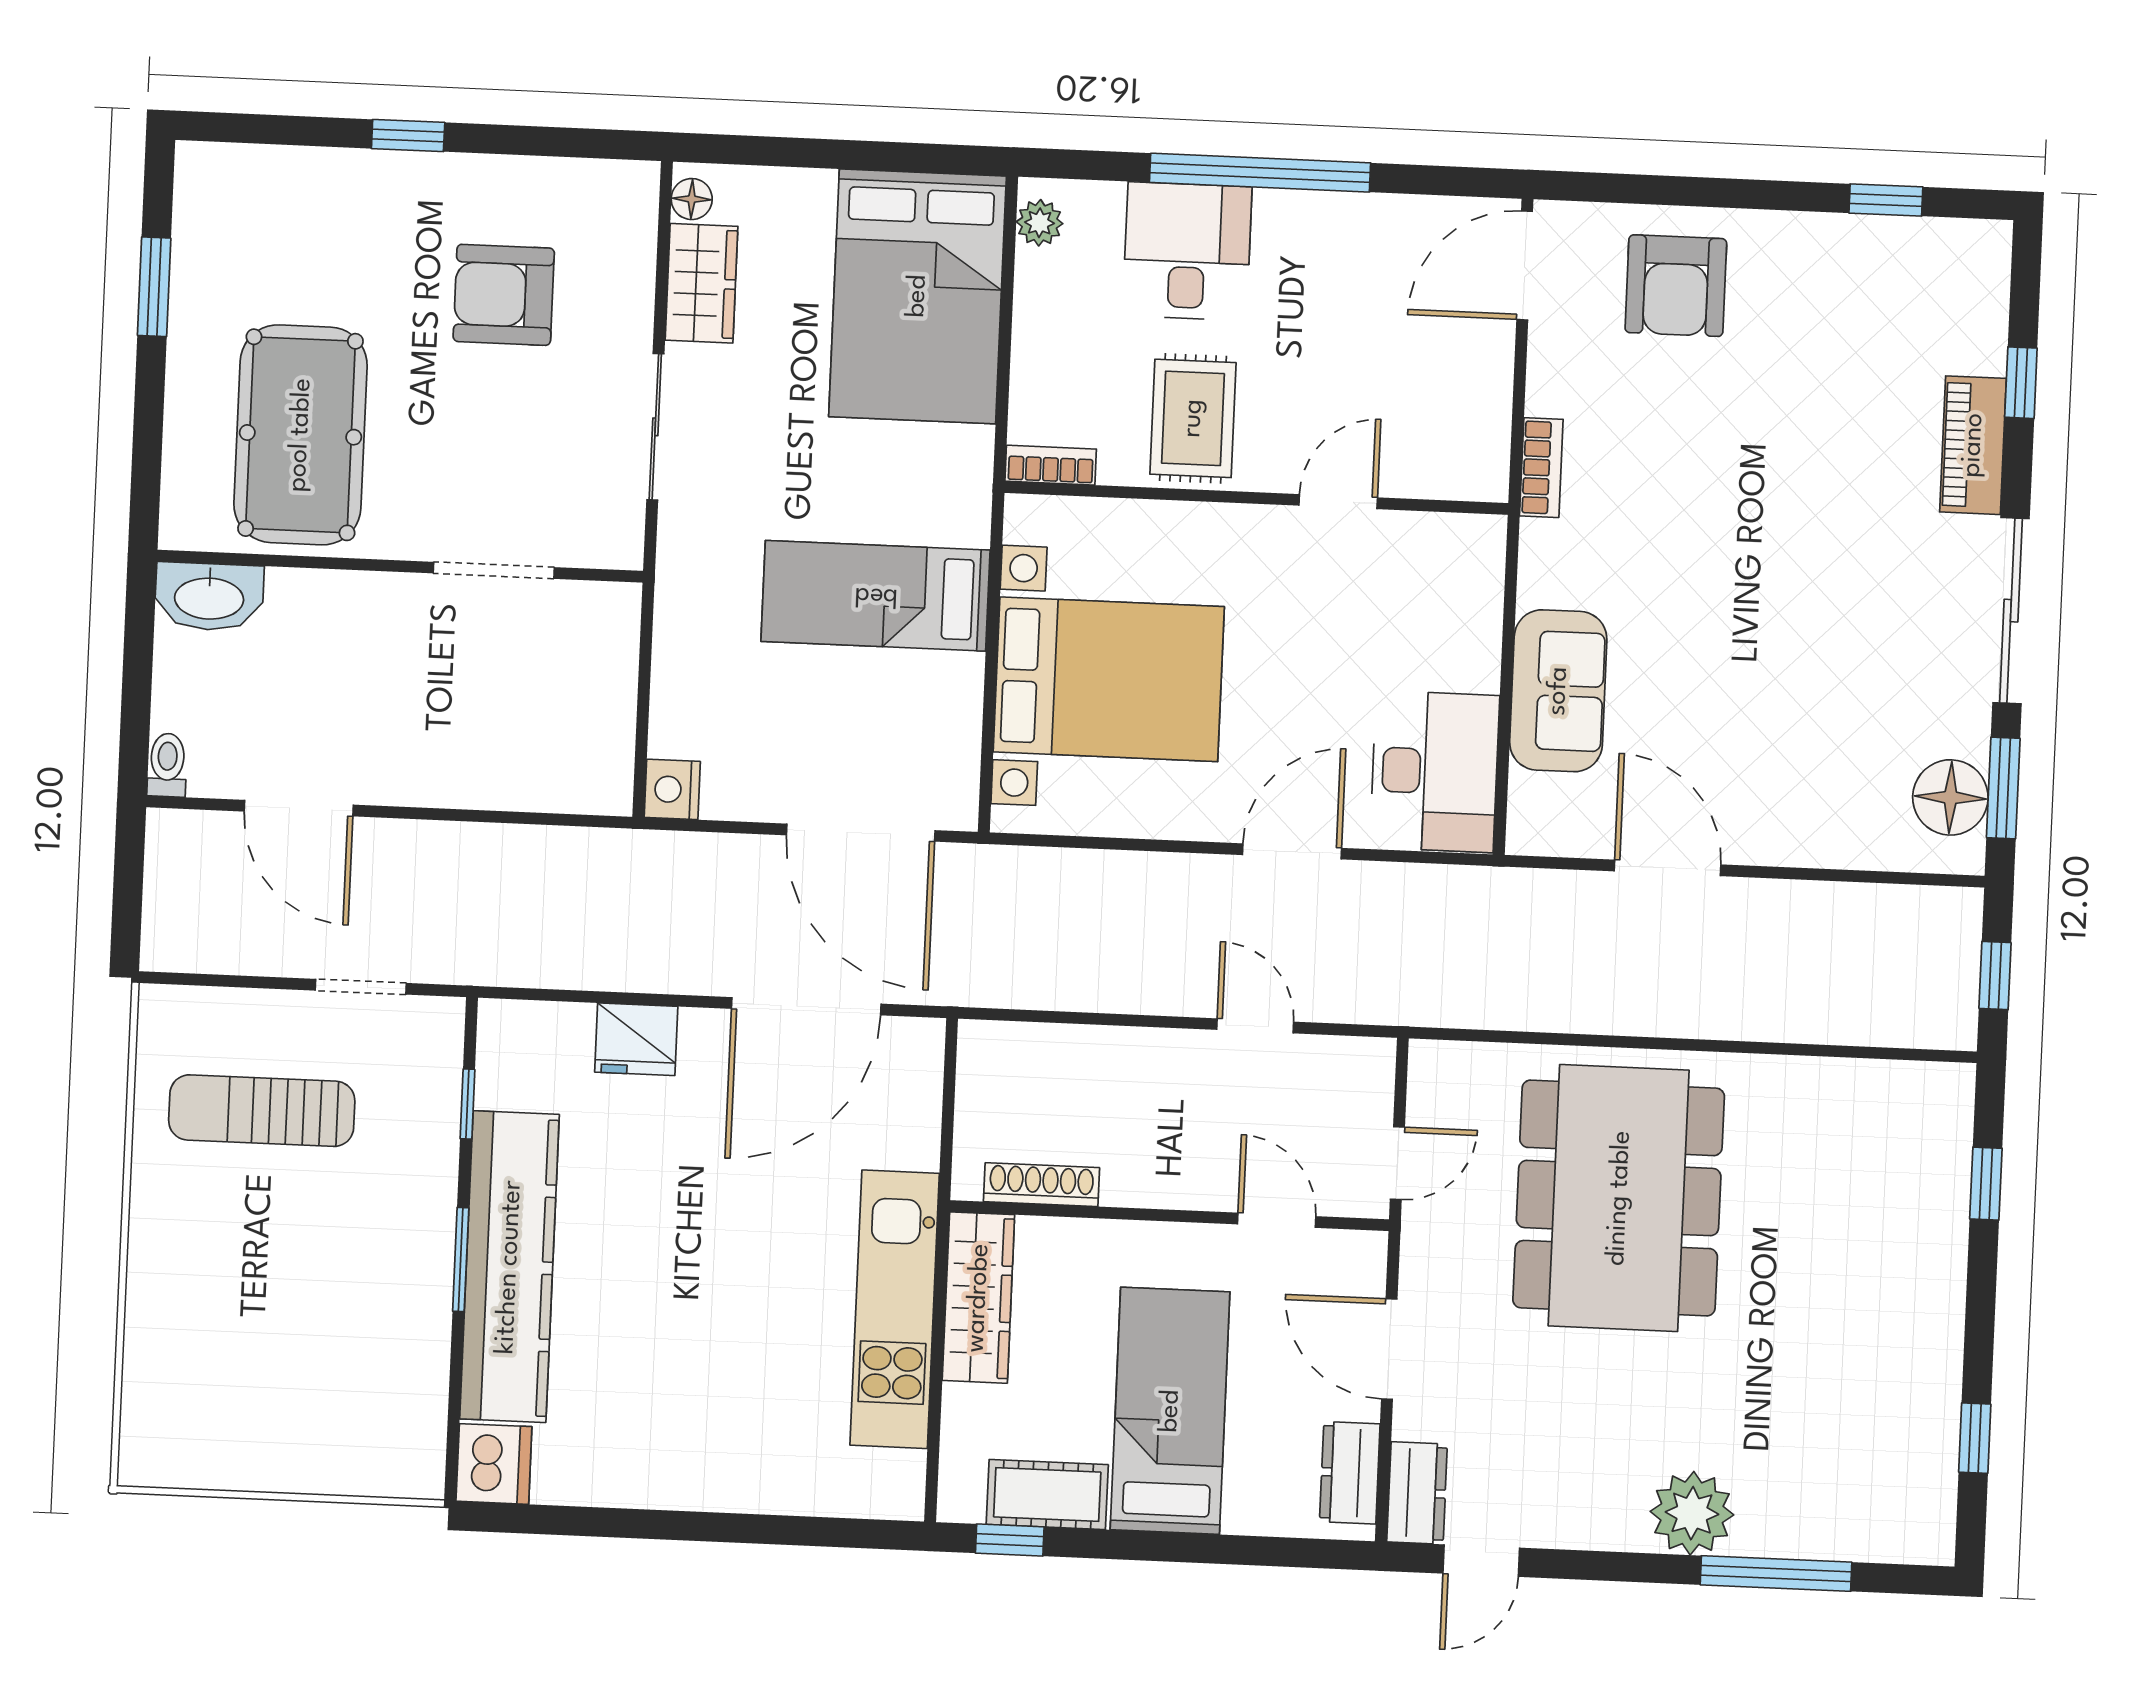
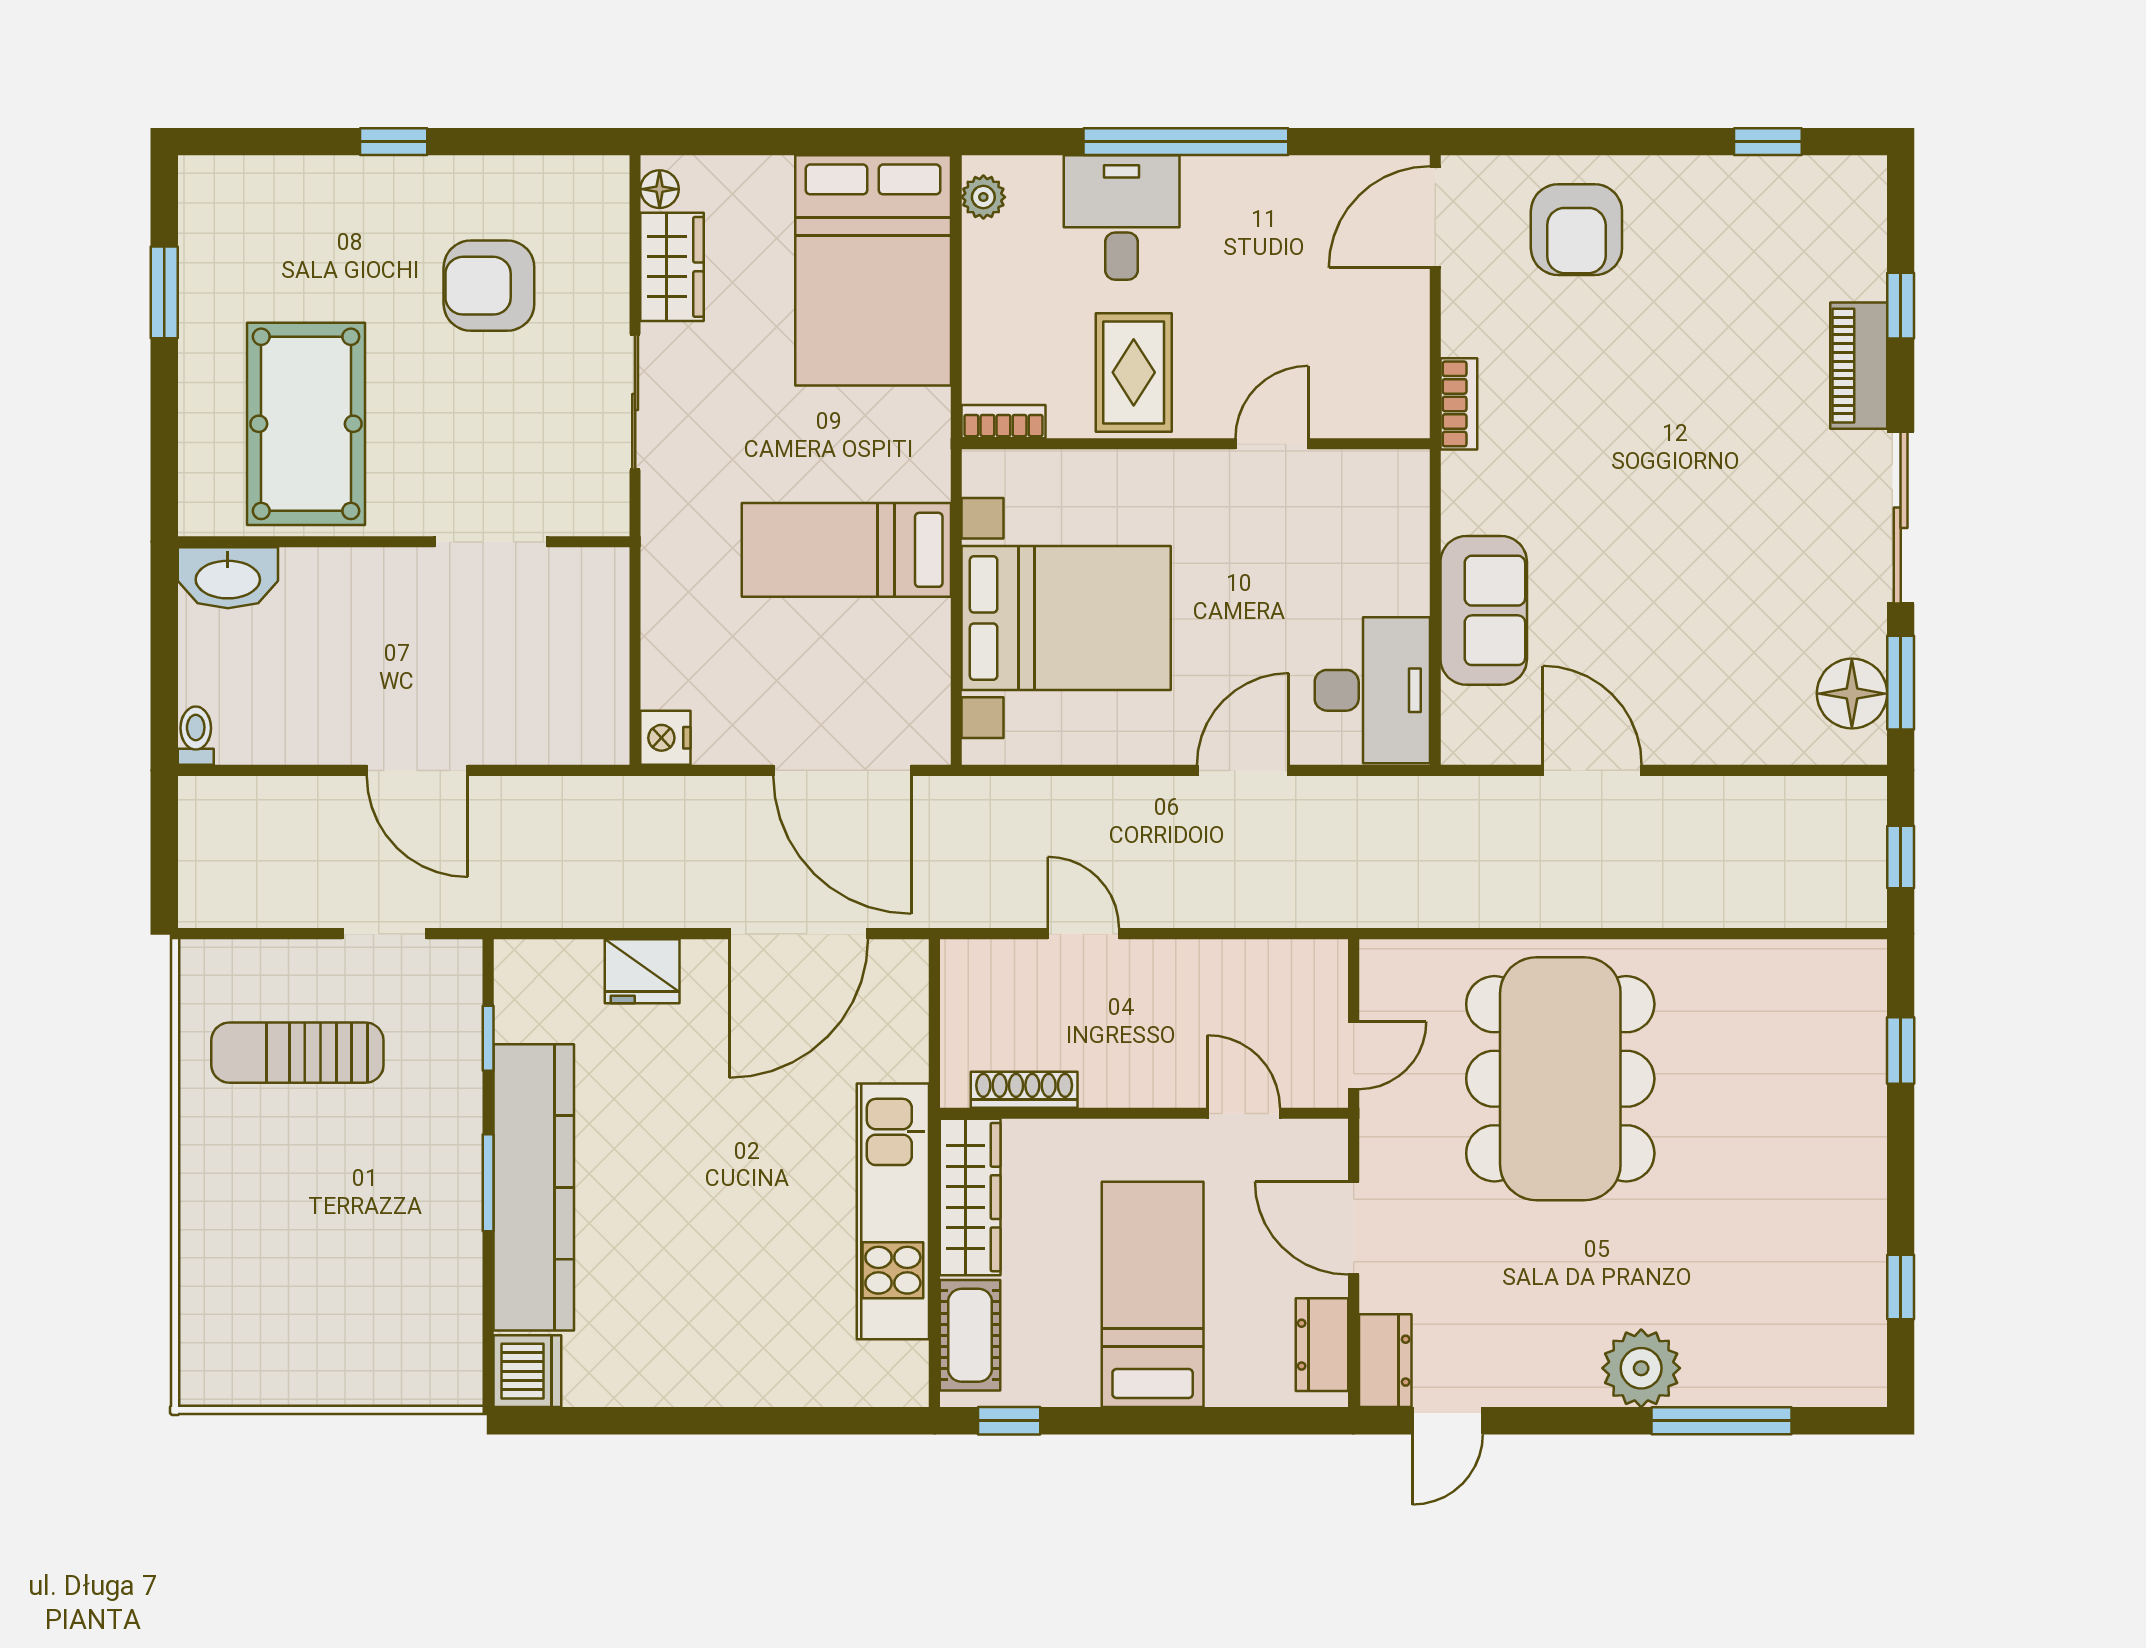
door: (299, 808) -> (417, 770), moved
door: (1255, 1026) -> (1083, 934), moved
cot: (1047, 1494) -> (970, 1335), moved, turned 90

